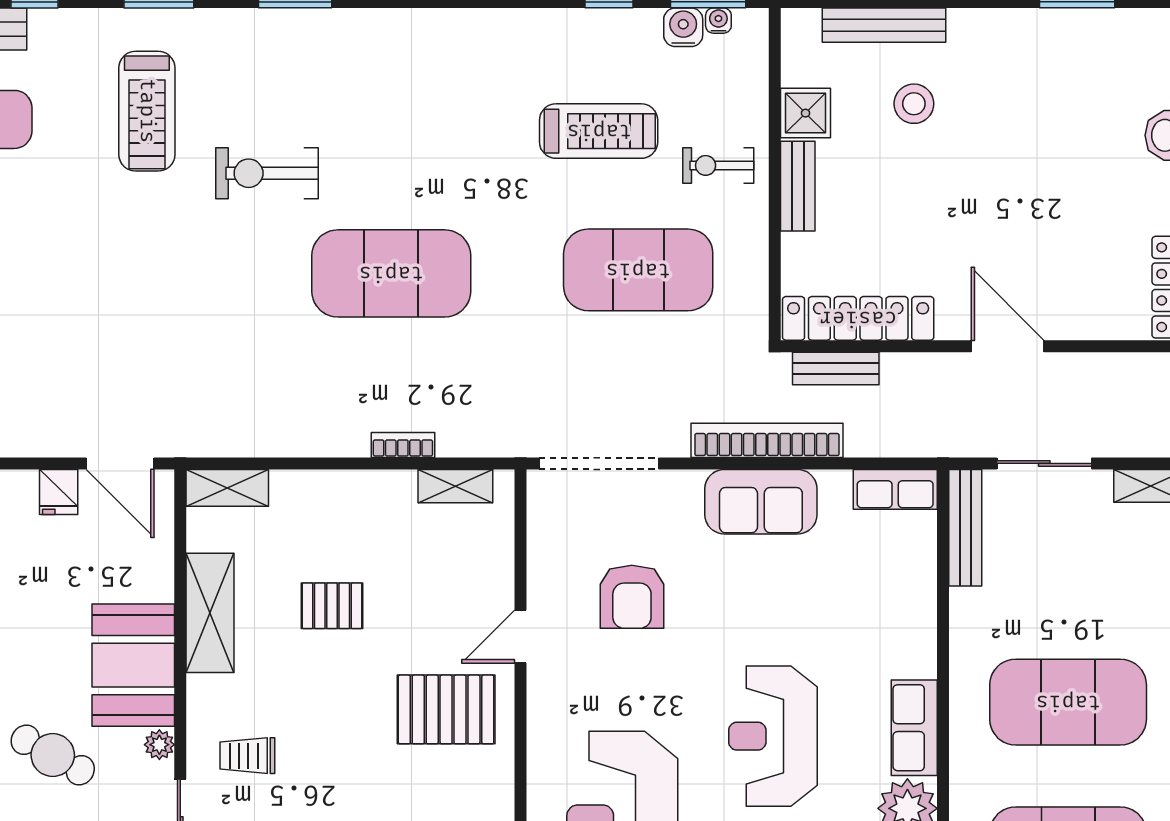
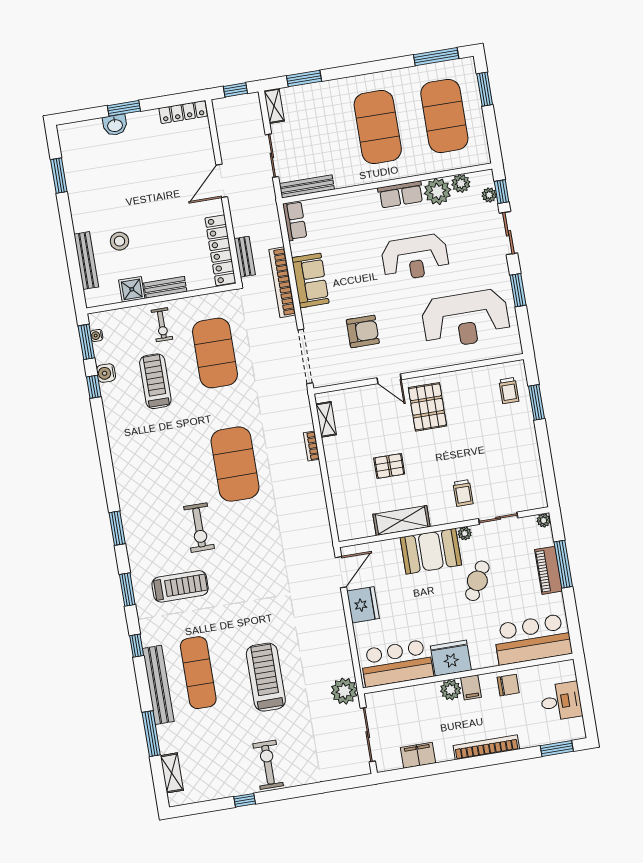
water cooler: (683, 27) -> (106, 373), moved
shelving: (227, 488) -> (344, 522), removed
fridge: (59, 492) -> (363, 605), width x1.88, depth x1.34
pallet: (332, 606) -> (389, 466), turned 90

